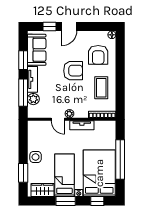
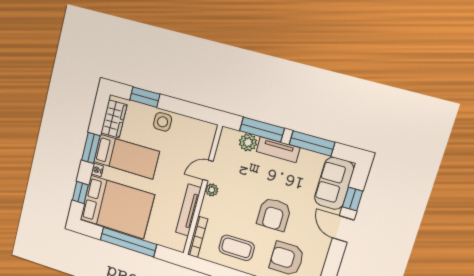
sofa: (37, 50) -> (334, 183), moved, turned 90
window: (23, 60) -> (312, 143), width x1.44
tv unit: (82, 125) -> (188, 210), width x1.41

